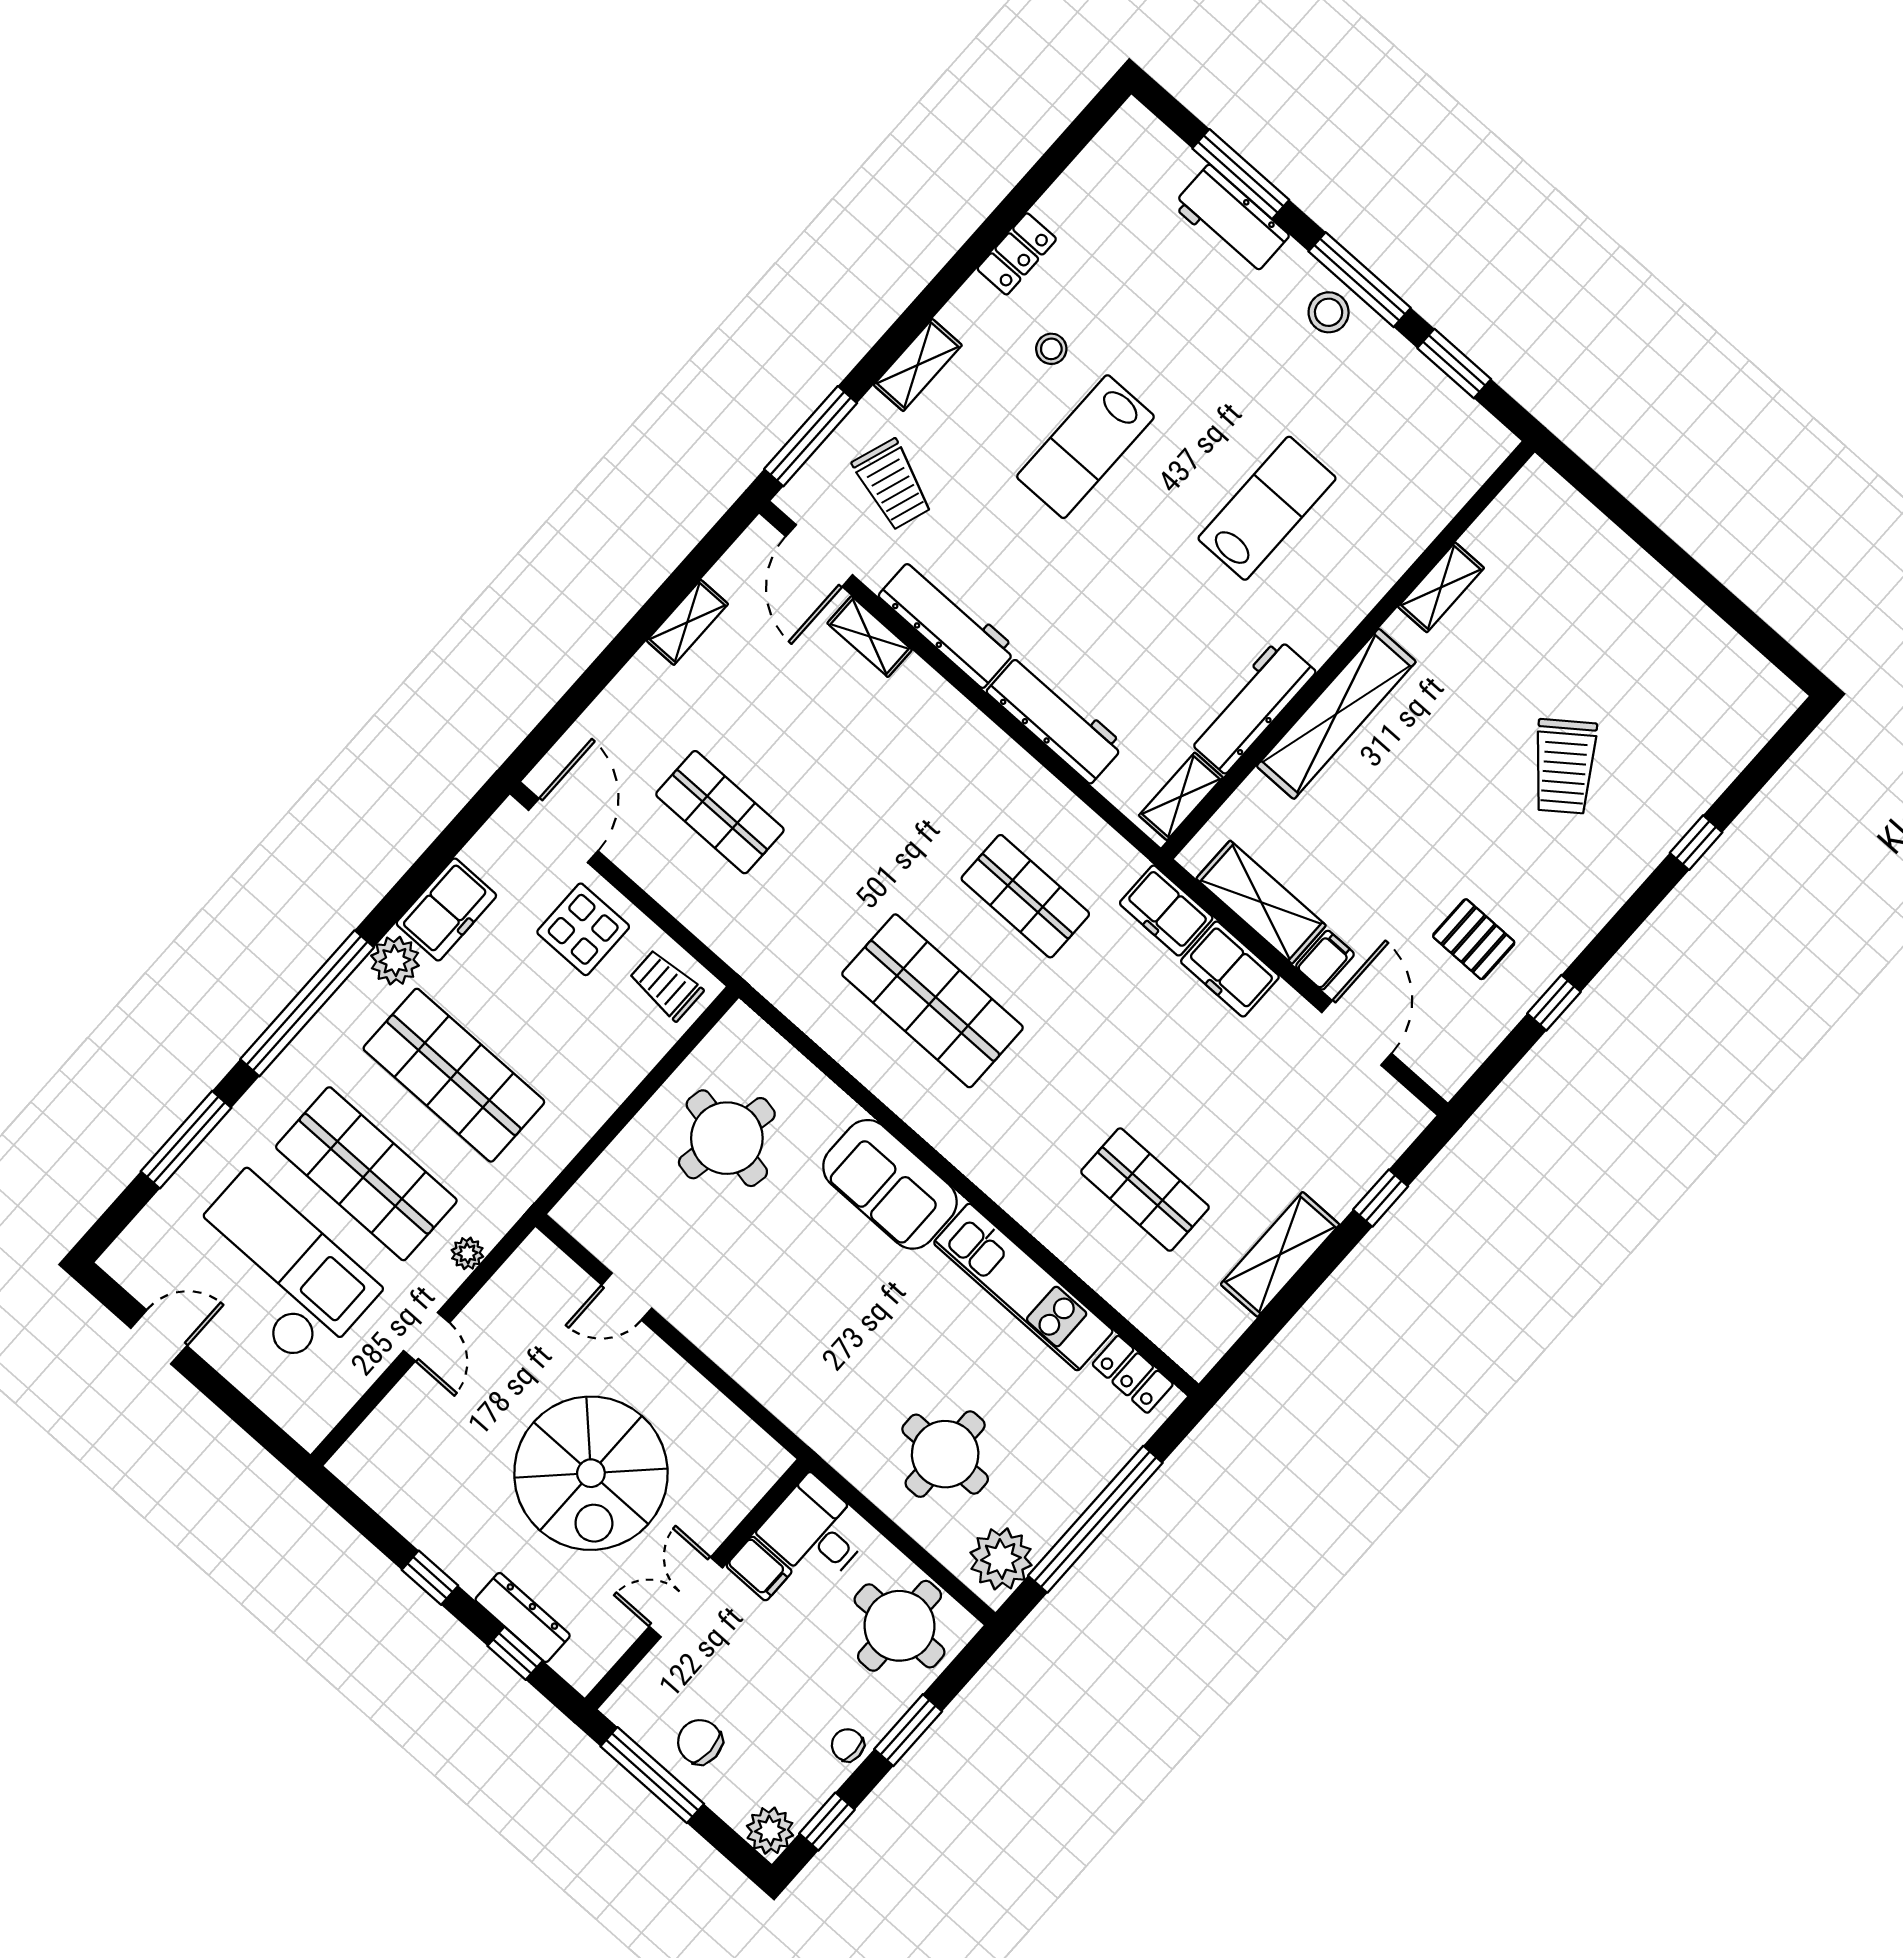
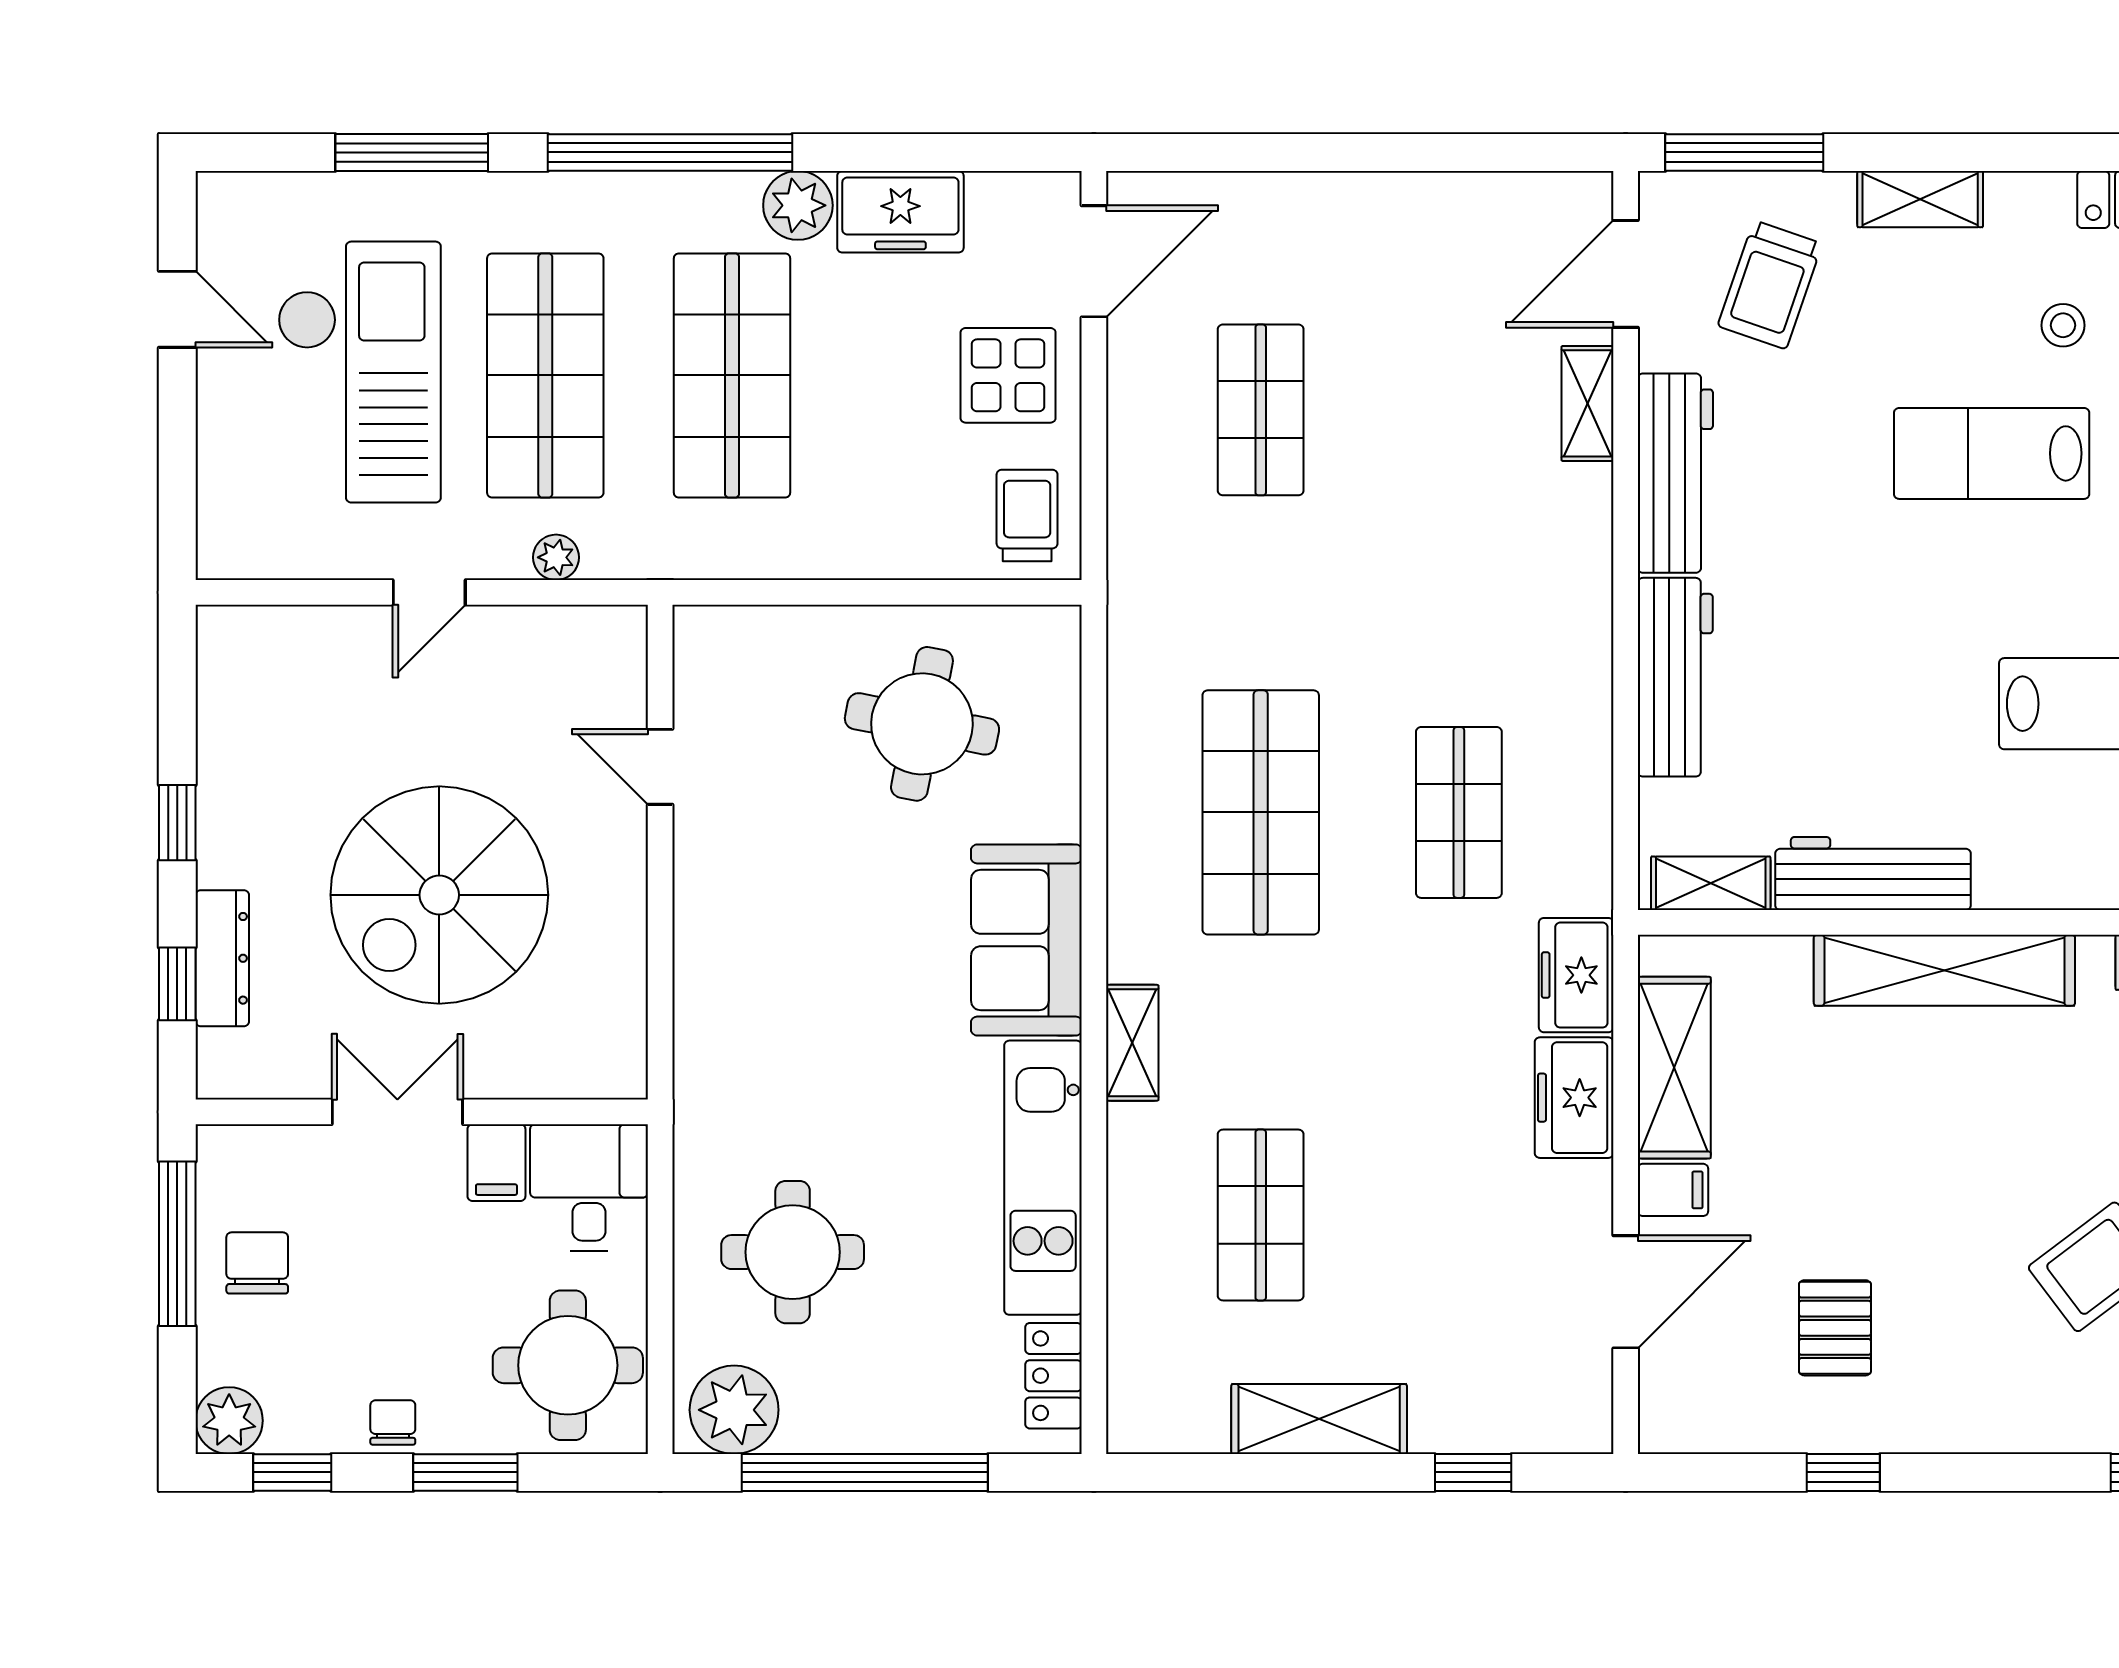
shelving: (687, 622) -> (1132, 1043), moved, turned 90

